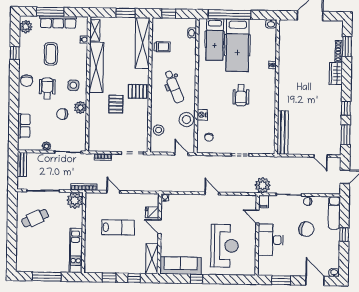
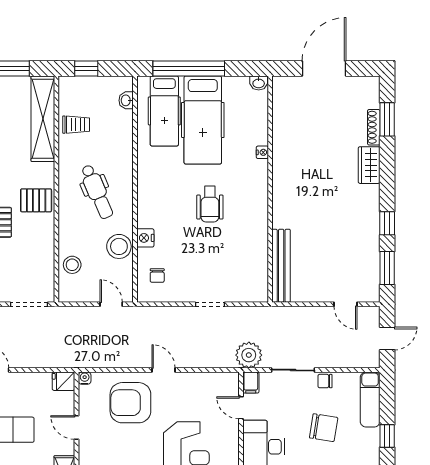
fridge: (152, 212) -> (64, 381), moved
armchair: (192, 212) -> (130, 403), added

